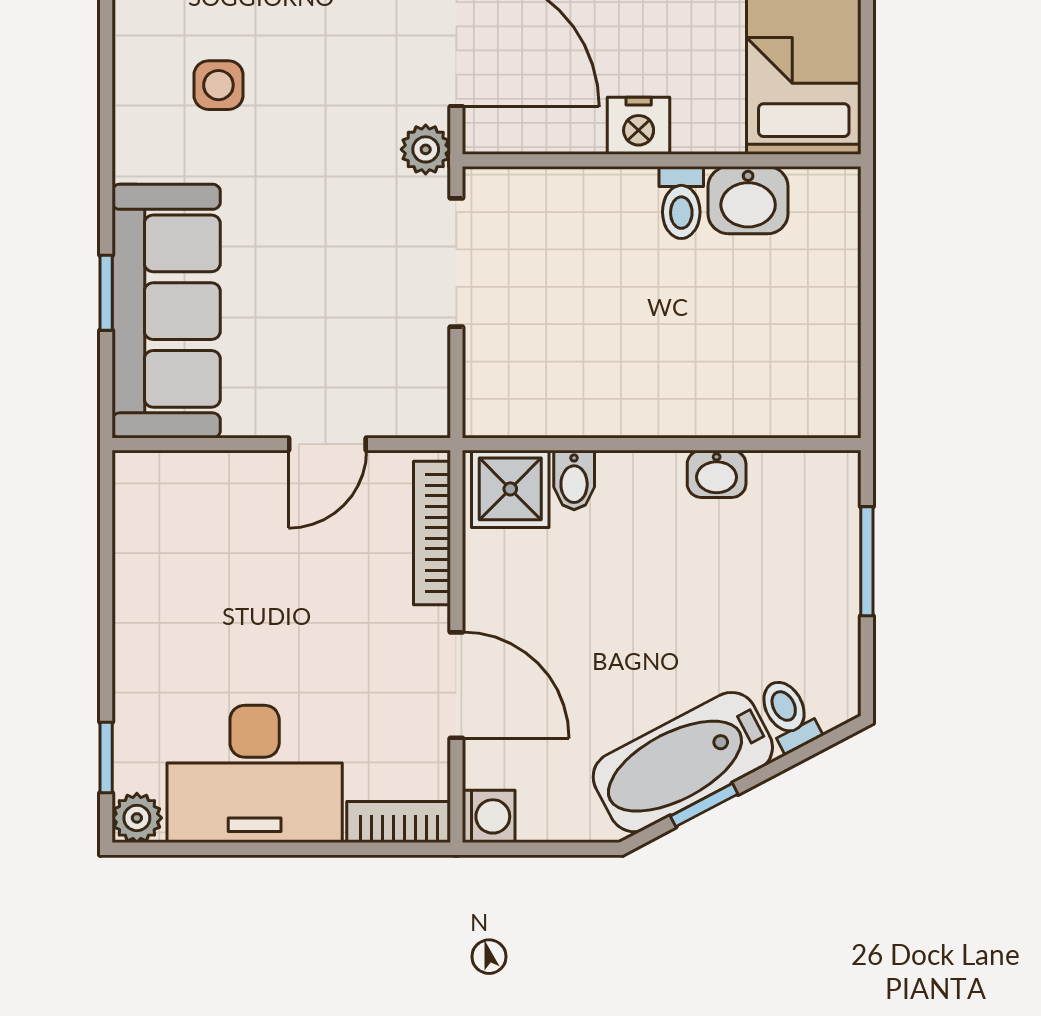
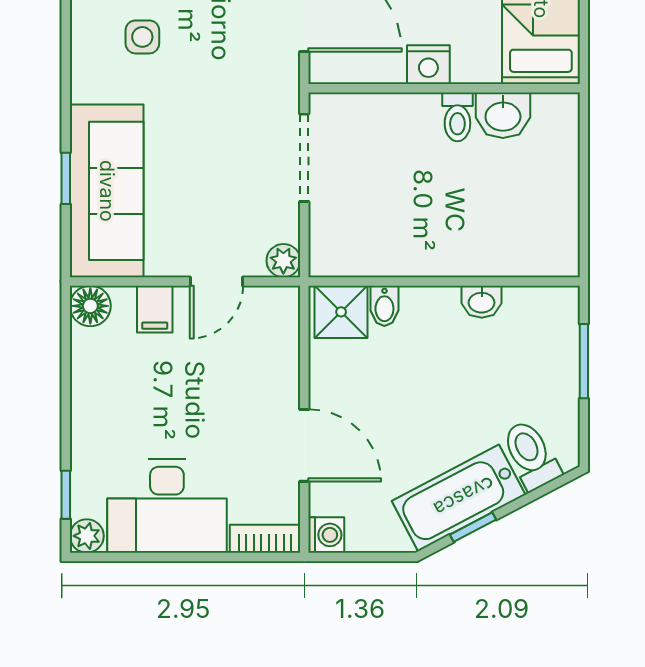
plant: (426, 149) -> (283, 261), moved
floor lamp: (142, 480) -> (90, 306), added
filing cabinet: (237, 485) -> (155, 309), added
bookcase: (432, 533) -> (288, 342), removed
toilet: (788, 715) -> (531, 455), width x1.37, depth x1.39

